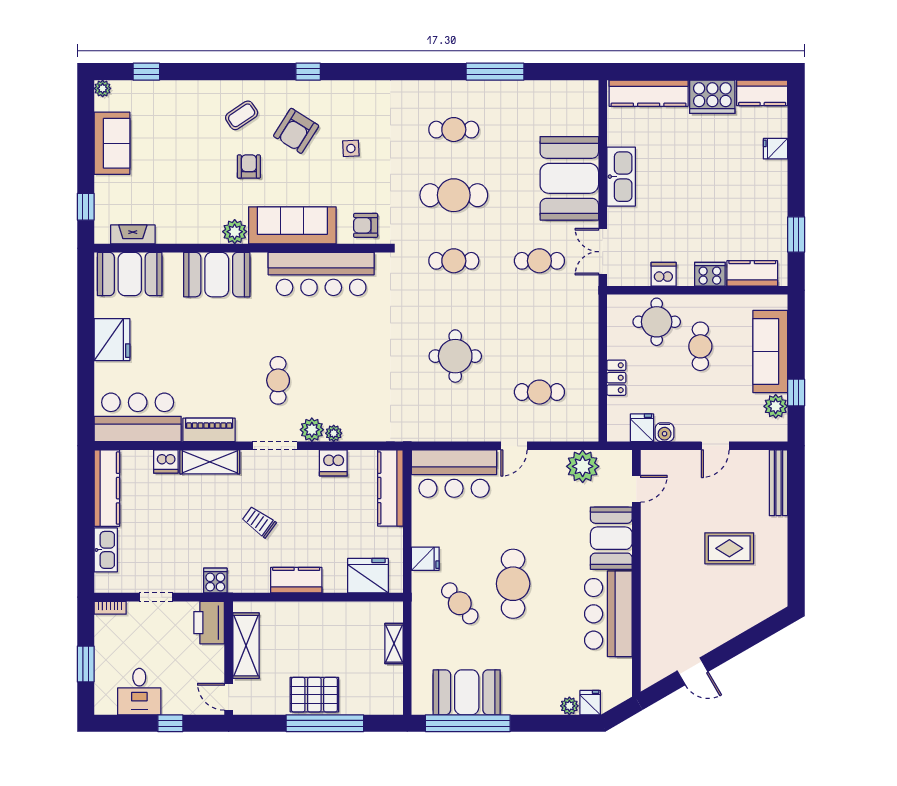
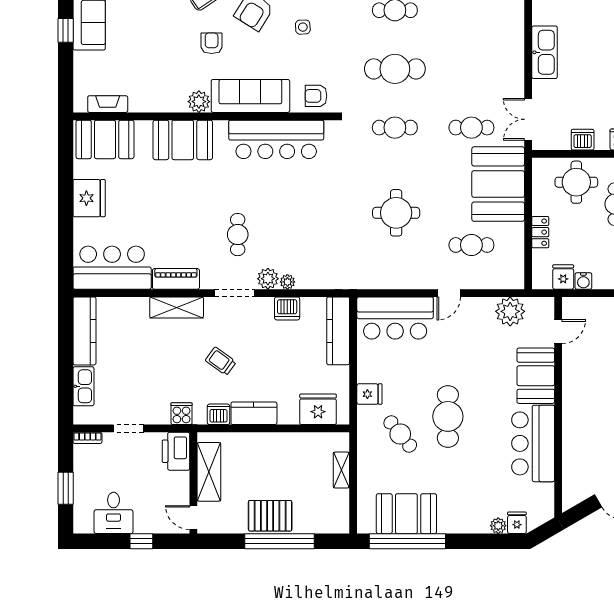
booth: (569, 178) -> (498, 184), moved
window: (86, 207) -> (66, 30), moved
dishwasher: (166, 462) -> (218, 414), moved, turned 180

